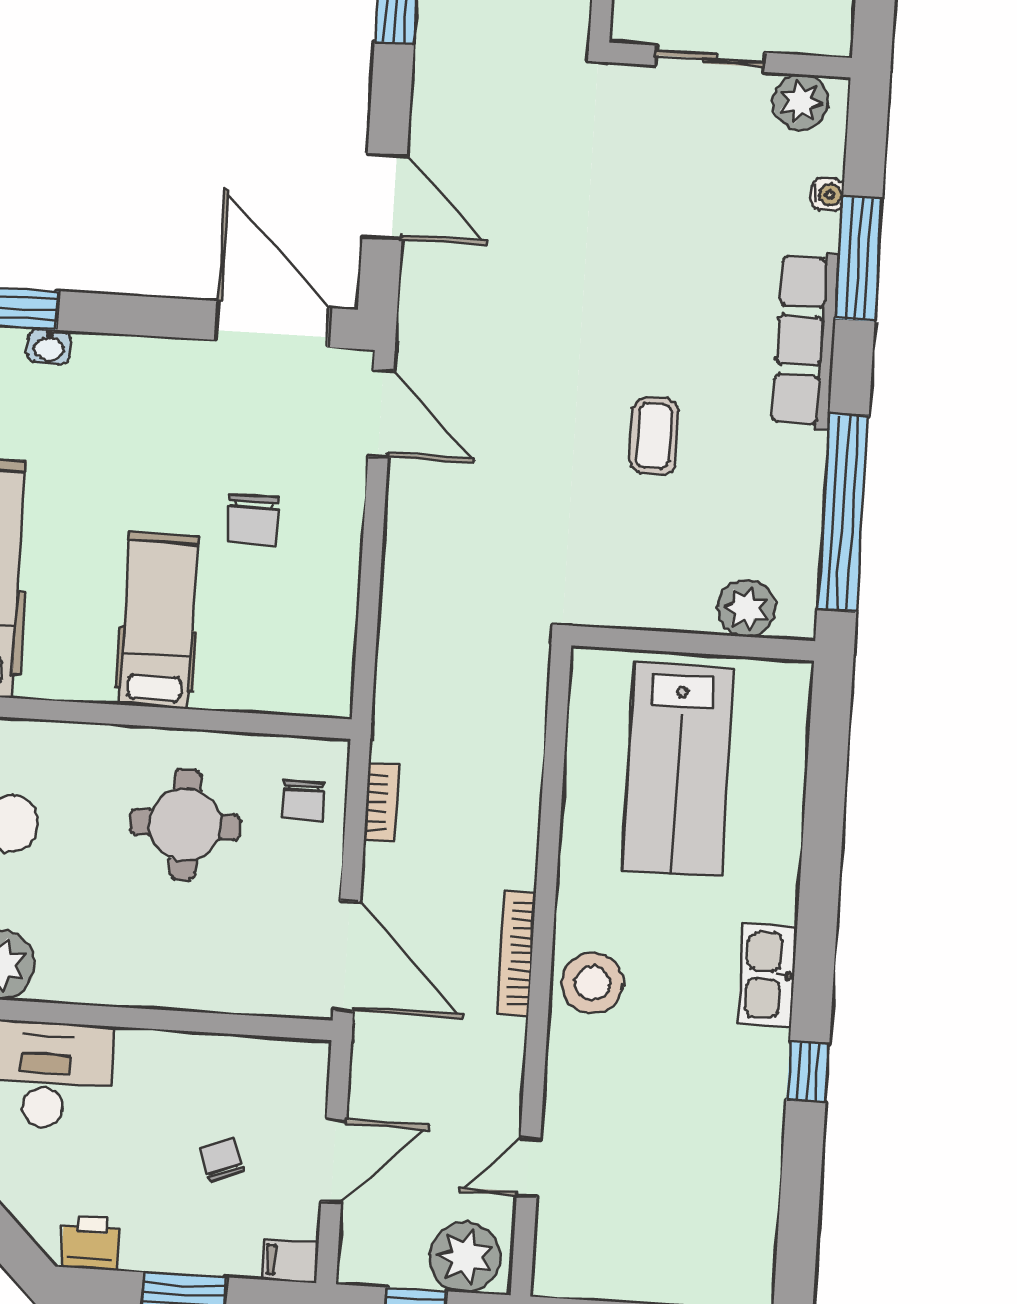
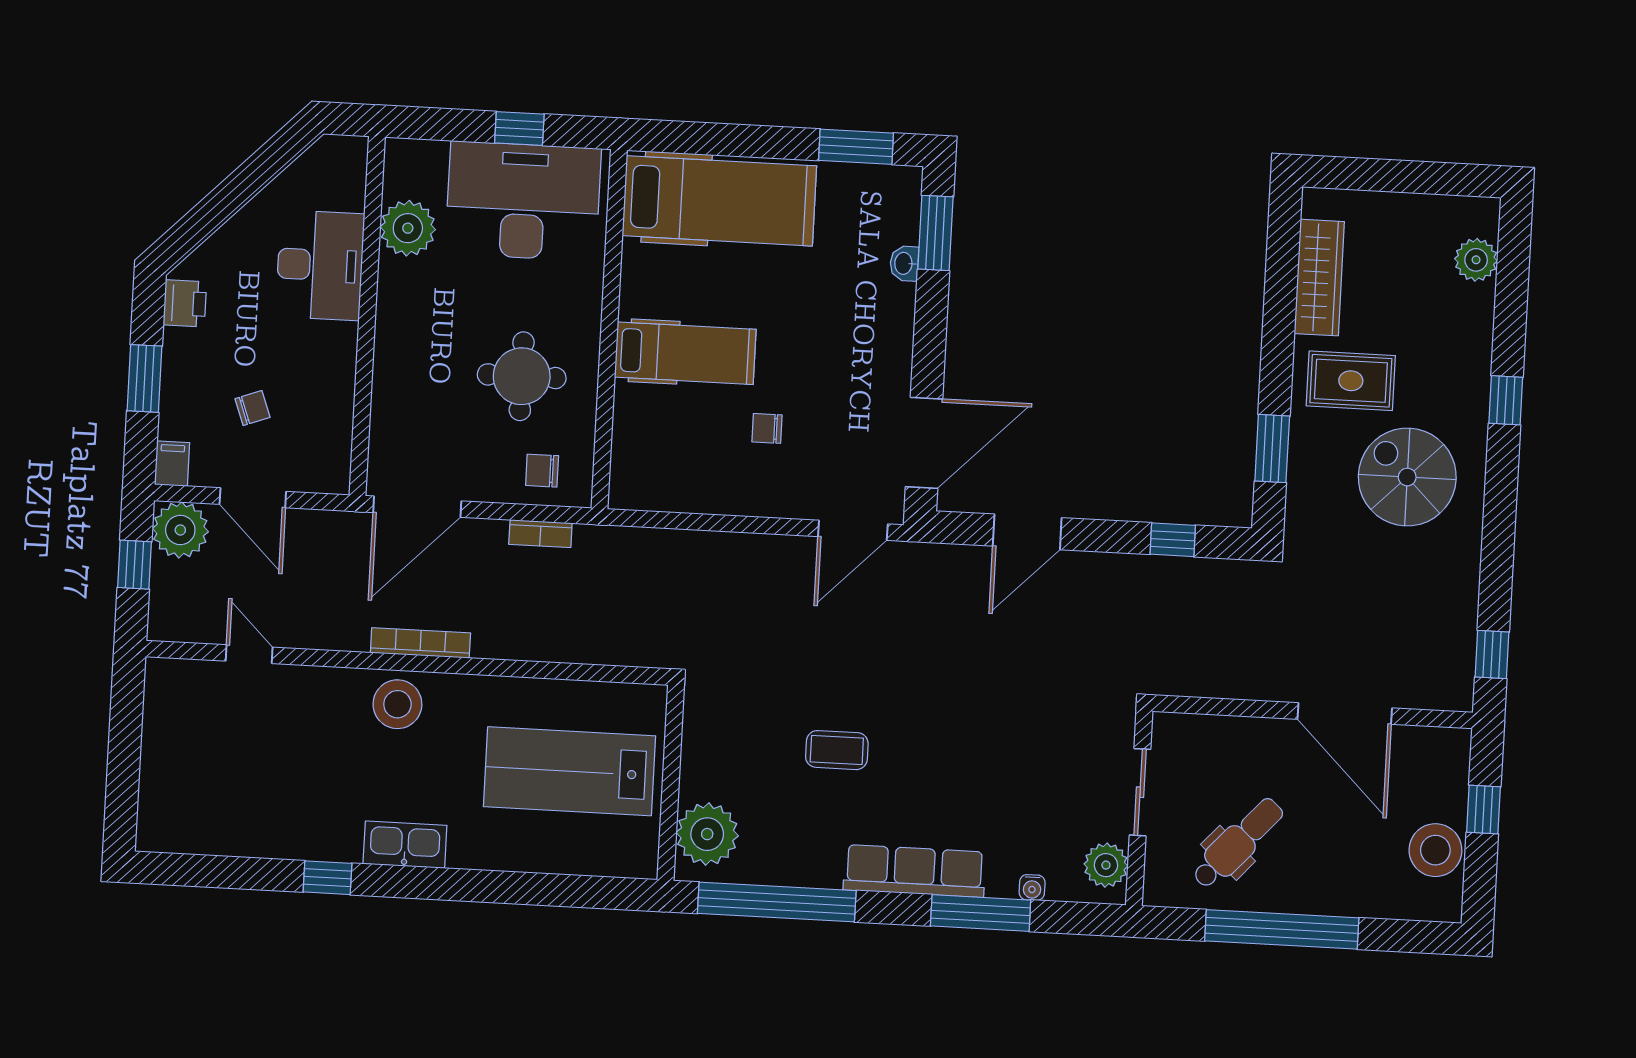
chair: (253, 520) -> (767, 428), width x0.73, depth x0.73
plant: (747, 608) -> (707, 834), width x1.36, depth x1.36
plant: (465, 1257) -> (180, 530), moved

